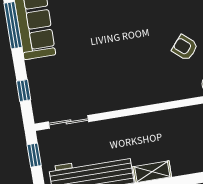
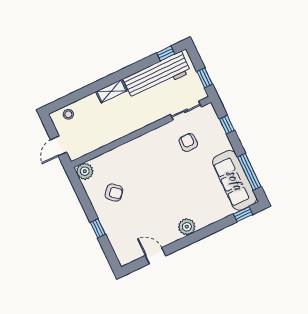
armchair: (77, 82) -> (188, 142), added

